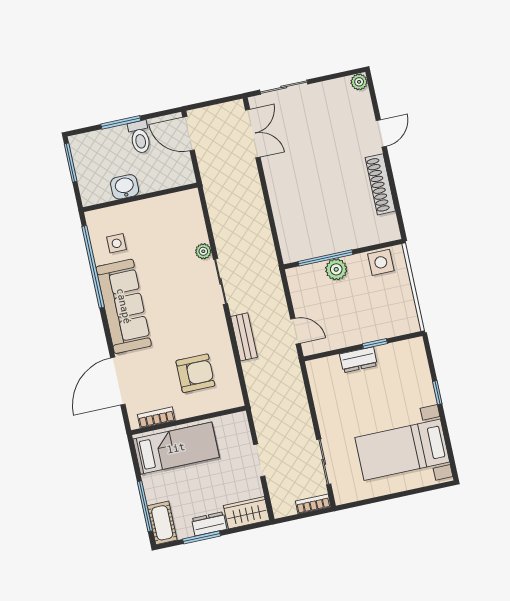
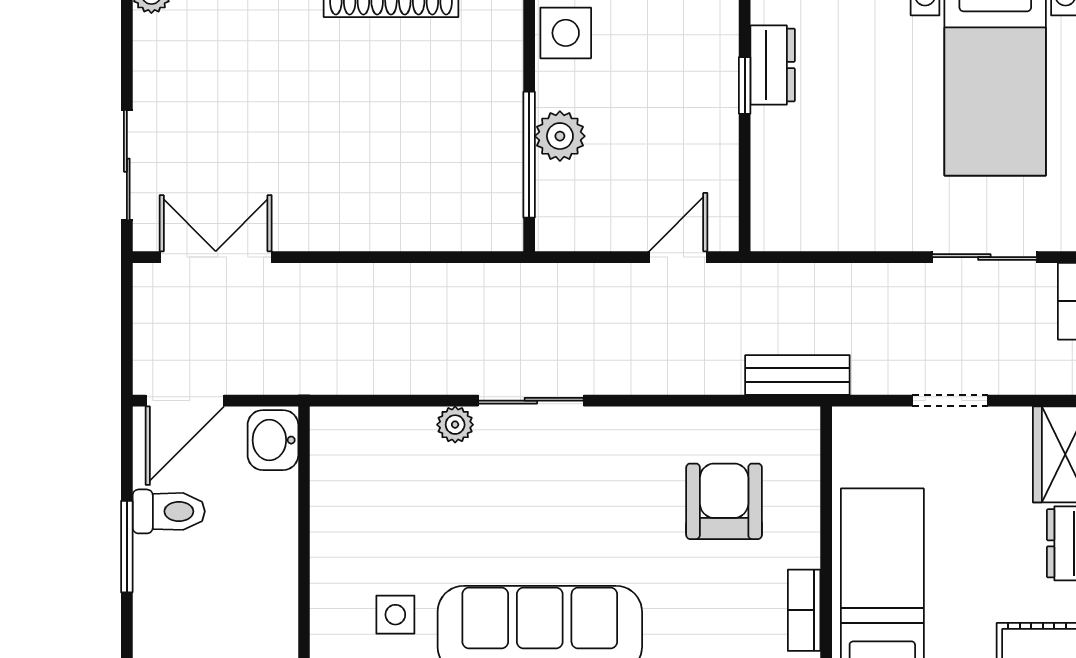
washbasin: (125, 187) -> (273, 440), moved
bench: (244, 337) -> (797, 375), moved
dresser: (358, 360) -> (773, 65), moved

